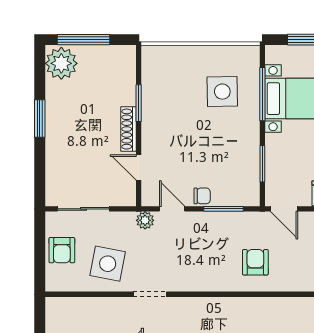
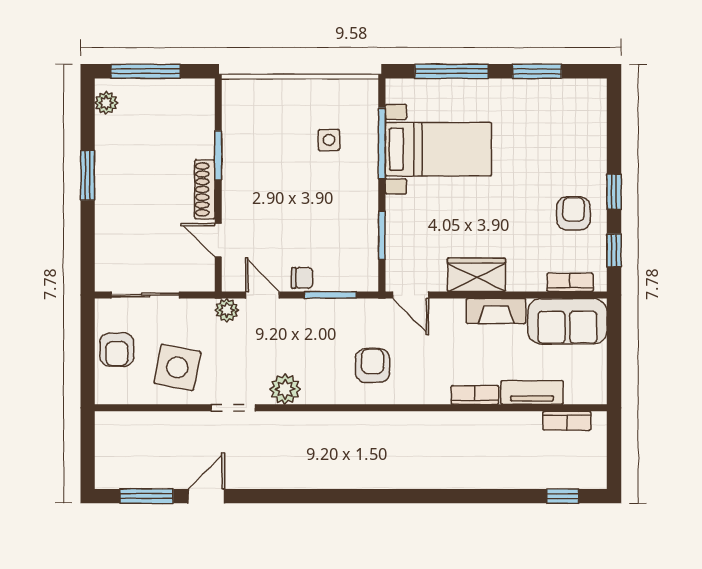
plant: (61, 63) -> (106, 103), width x0.53, depth x0.53
side table: (222, 92) -> (329, 140), width x0.54, depth x0.54
plant: (189, 280) -> (285, 389), added

